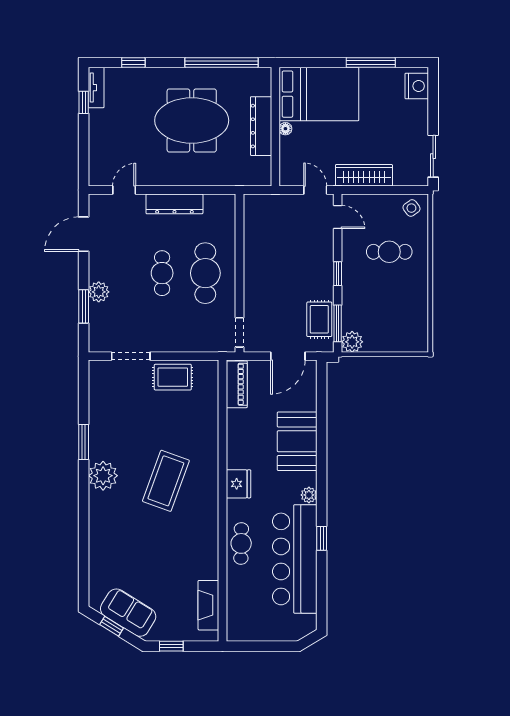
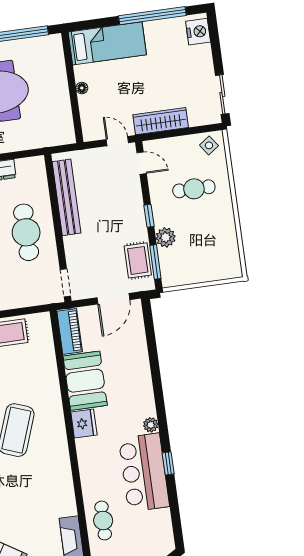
window: (371, 63) -> (152, 16), width x1.46
bed: (319, 94) -> (107, 43), width x0.67
dresser: (261, 126) -> (59, 89), removed
bench: (253, 242) -> (67, 197), added
plant: (352, 342) -> (166, 237), moved
booth: (297, 441) -> (85, 381), moved
cafe table: (241, 543) -> (103, 520), moved
bar counter: (295, 559) -> (144, 472), width x0.73

